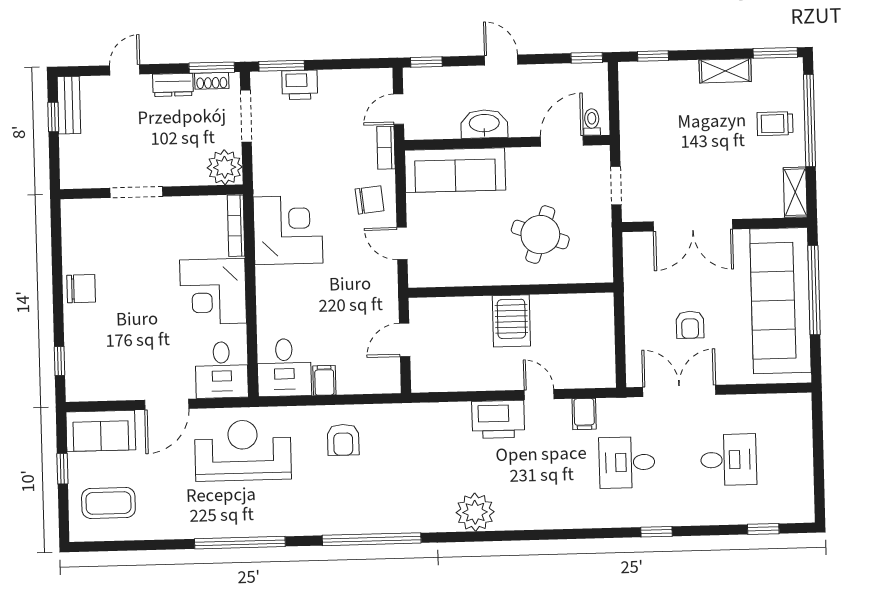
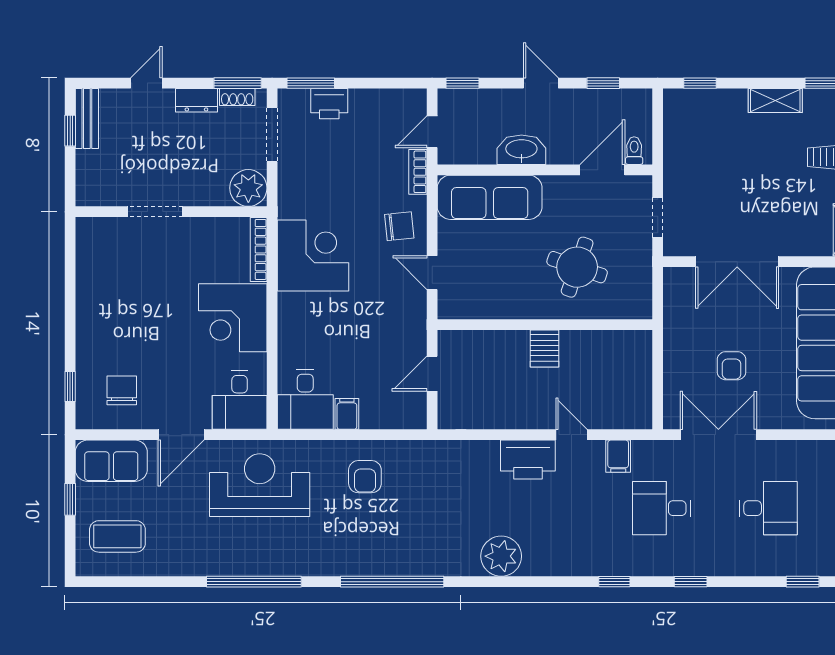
window: (587, 58) -> (603, 83), moved
chair: (81, 289) -> (122, 390), moved, turned -90
server rack: (511, 321) -> (544, 349), width x0.73, depth x0.70
window: (584, 534) -> (614, 582), added

